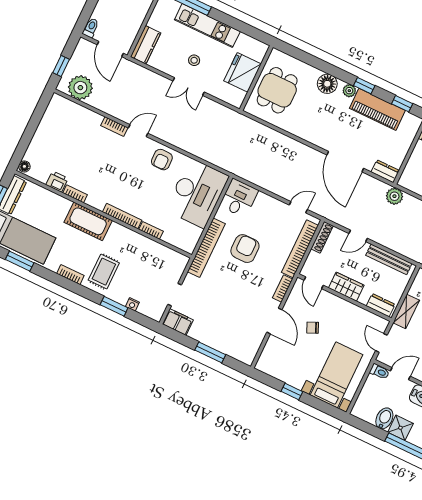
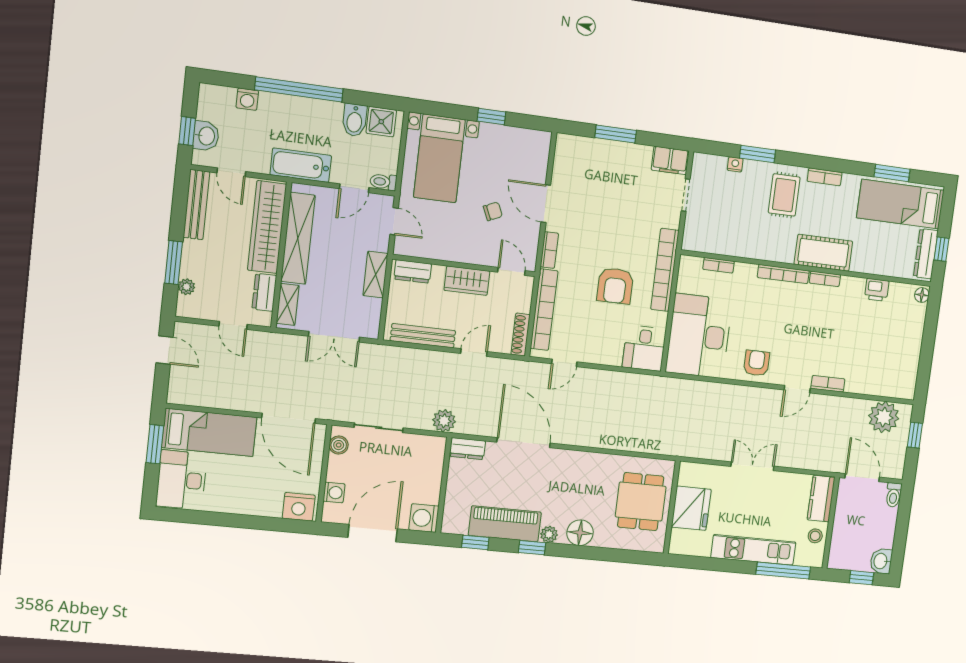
stool: (194, 60) -> (815, 536), moved
bookcase: (75, 194) -> (825, 279), moved
bookcase: (151, 230) -> (719, 265), moved
shower: (400, 428) -> (381, 122), moved

